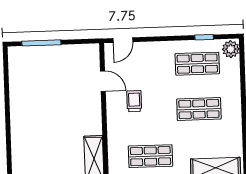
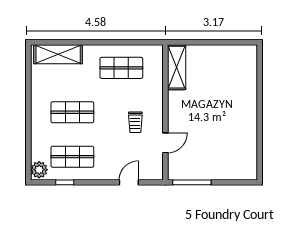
door: (123, 40) -> (129, 182), moved
window: (41, 43) -> (192, 182), moved
door: (103, 81) -> (165, 143), swing flipped

